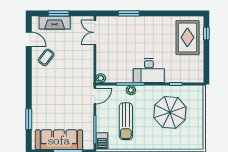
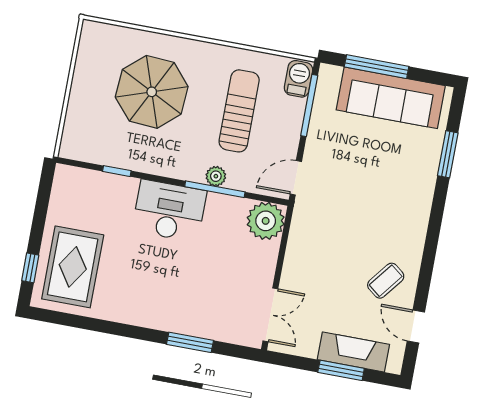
plant: (101, 78) -> (266, 221), width x1.87, depth x1.87
parasol: (170, 112) -> (152, 92), moved

